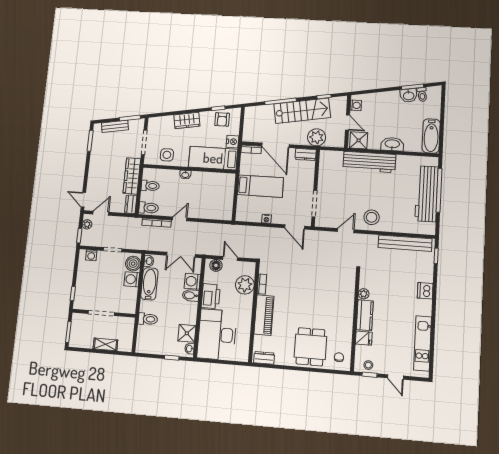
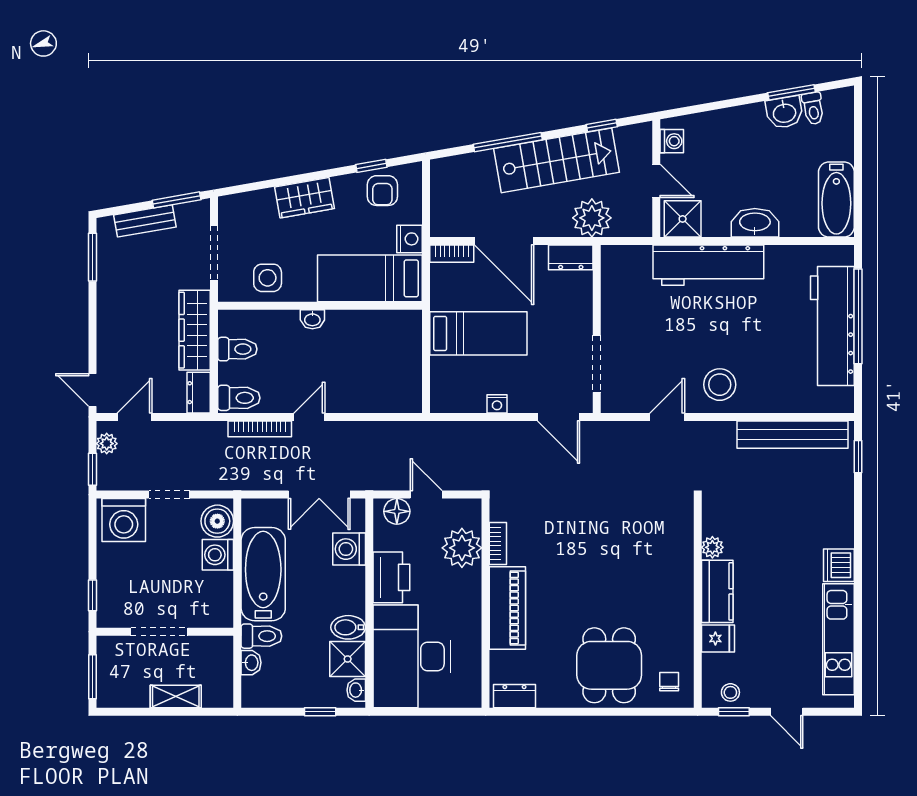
washing machine: (91, 255) -> (124, 520), width x1.89, depth x1.89
washbasin: (149, 261) -> (251, 663), moved
bathtub: (149, 284) -> (263, 574), width x1.36, depth x1.36
dishwasher: (425, 291) -> (839, 565), moved
bidet: (191, 295) -> (348, 627), moved

